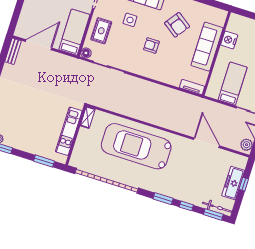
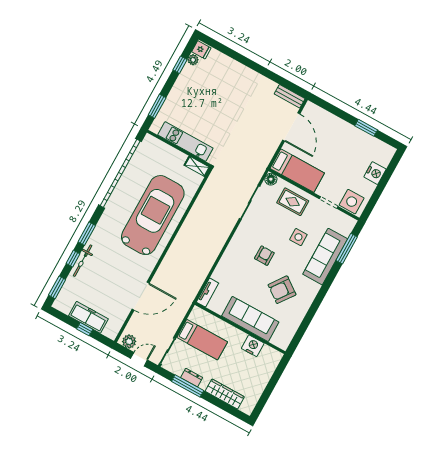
bicycle: (217, 207) -> (83, 261), moved

